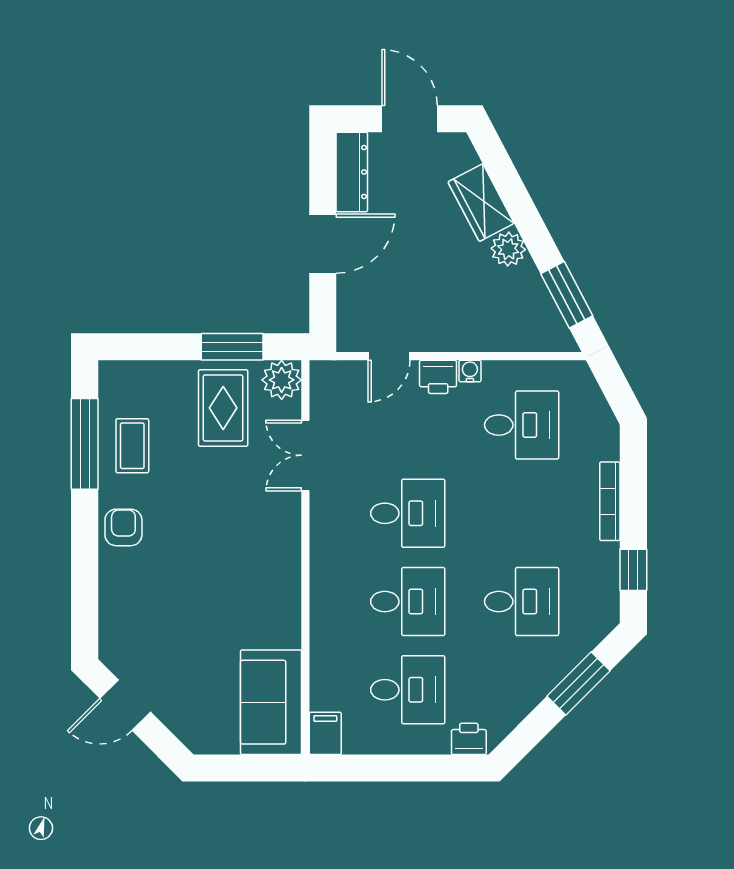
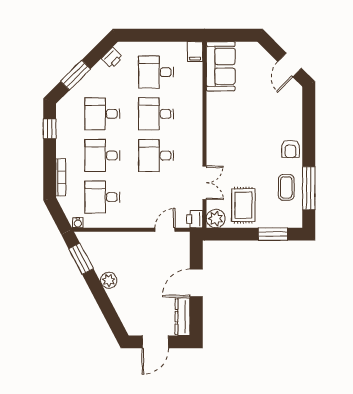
door: (410, 119) -> (155, 342), hinge flipped
wardrobe: (481, 203) -> (122, 302), removed
window: (232, 347) -> (273, 234), moved
water cooler: (470, 371) -> (78, 223), moved
printer: (438, 377) -> (195, 219), moved, turned -90
bookcase: (610, 501) -> (61, 177), moved
desk: (522, 513) -> (102, 156), added
door: (125, 705) -> (290, 65), swing flipped
printer: (469, 739) -> (112, 58), moved, turned -45

